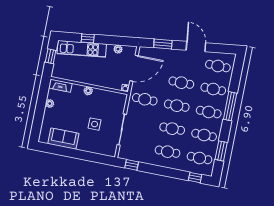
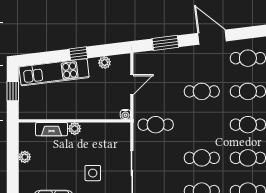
window: (88, 38) -> (78, 54), moved
door: (134, 68) -> (132, 85), width x0.53
fireplace: (60, 86) -> (52, 129), moved
cafe table: (177, 106) -> (202, 125), removed

